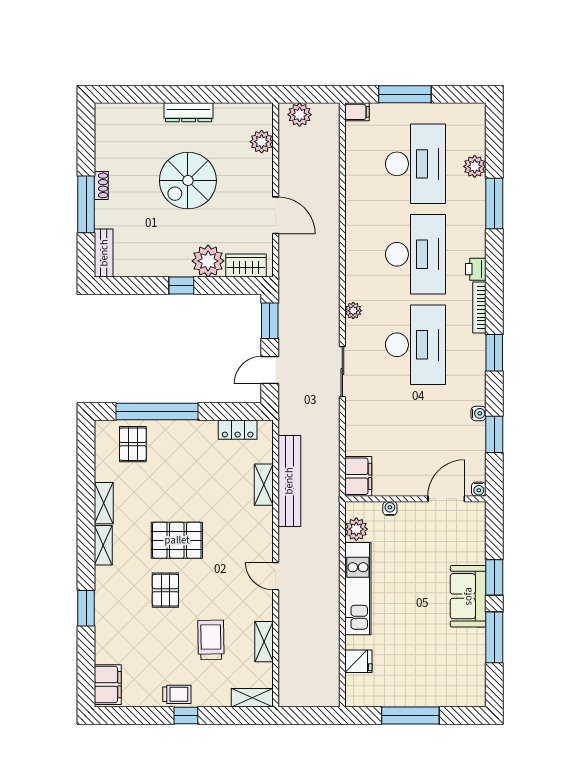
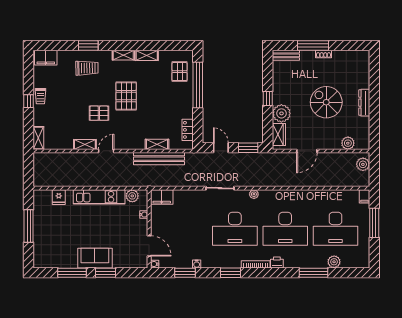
pallet: (133, 444) -> (180, 72), turned 90
pallet: (165, 590) -> (99, 113), moved
trolley: (211, 640) -> (87, 68), moved
shelving: (264, 642) -> (85, 145), moved

